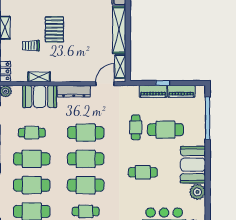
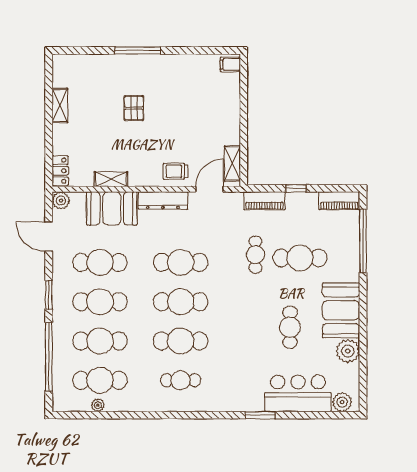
pallet: (54, 29) -> (134, 108), width x0.67, depth x0.71
shelving: (119, 30) -> (231, 109), removed
trolley: (31, 46) -> (176, 171), moved
piano: (153, 91) -> (264, 201), moved
piano: (181, 91) -> (339, 201), moved
cafe table: (32, 133) -> (100, 262), width x1.37, depth x1.35
cafe table: (143, 172) -> (290, 327), moved, turned 90

